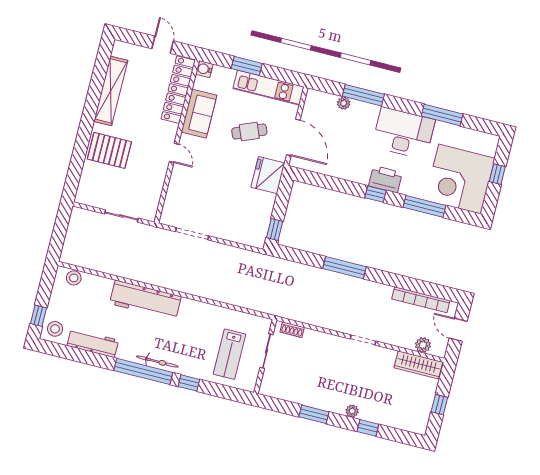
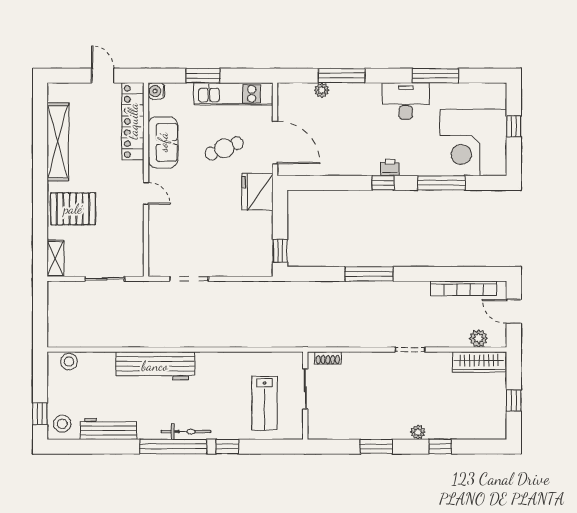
desk: (403, 133) -> (406, 101), width x0.73, depth x0.77
printer: (385, 179) -> (390, 167), width x0.53, depth x0.68
shelving: (84, 188) -> (55, 258), added

